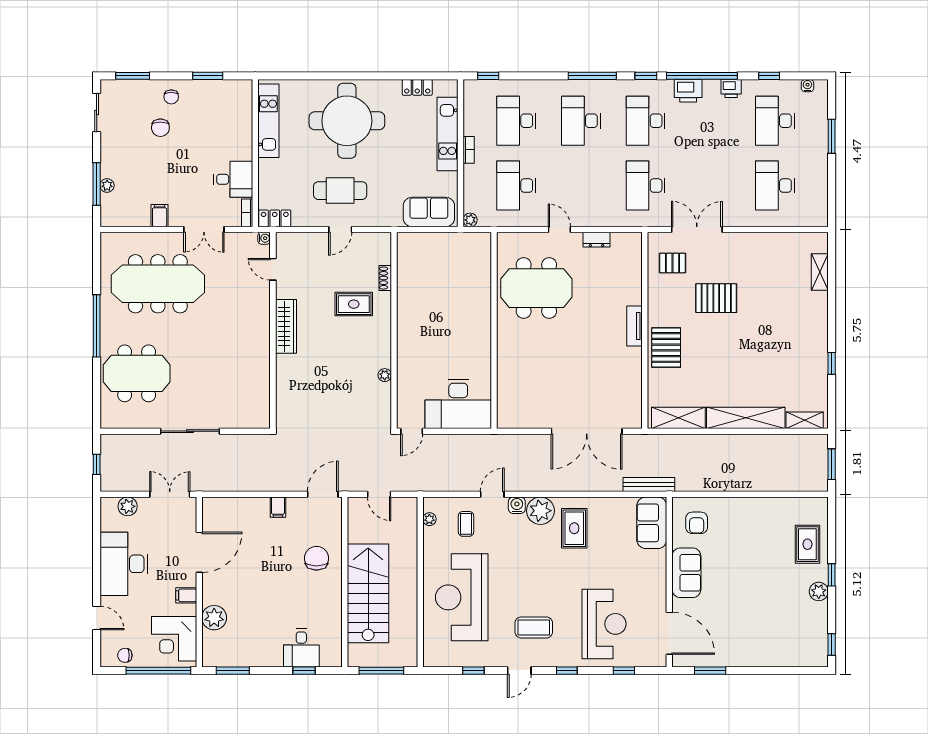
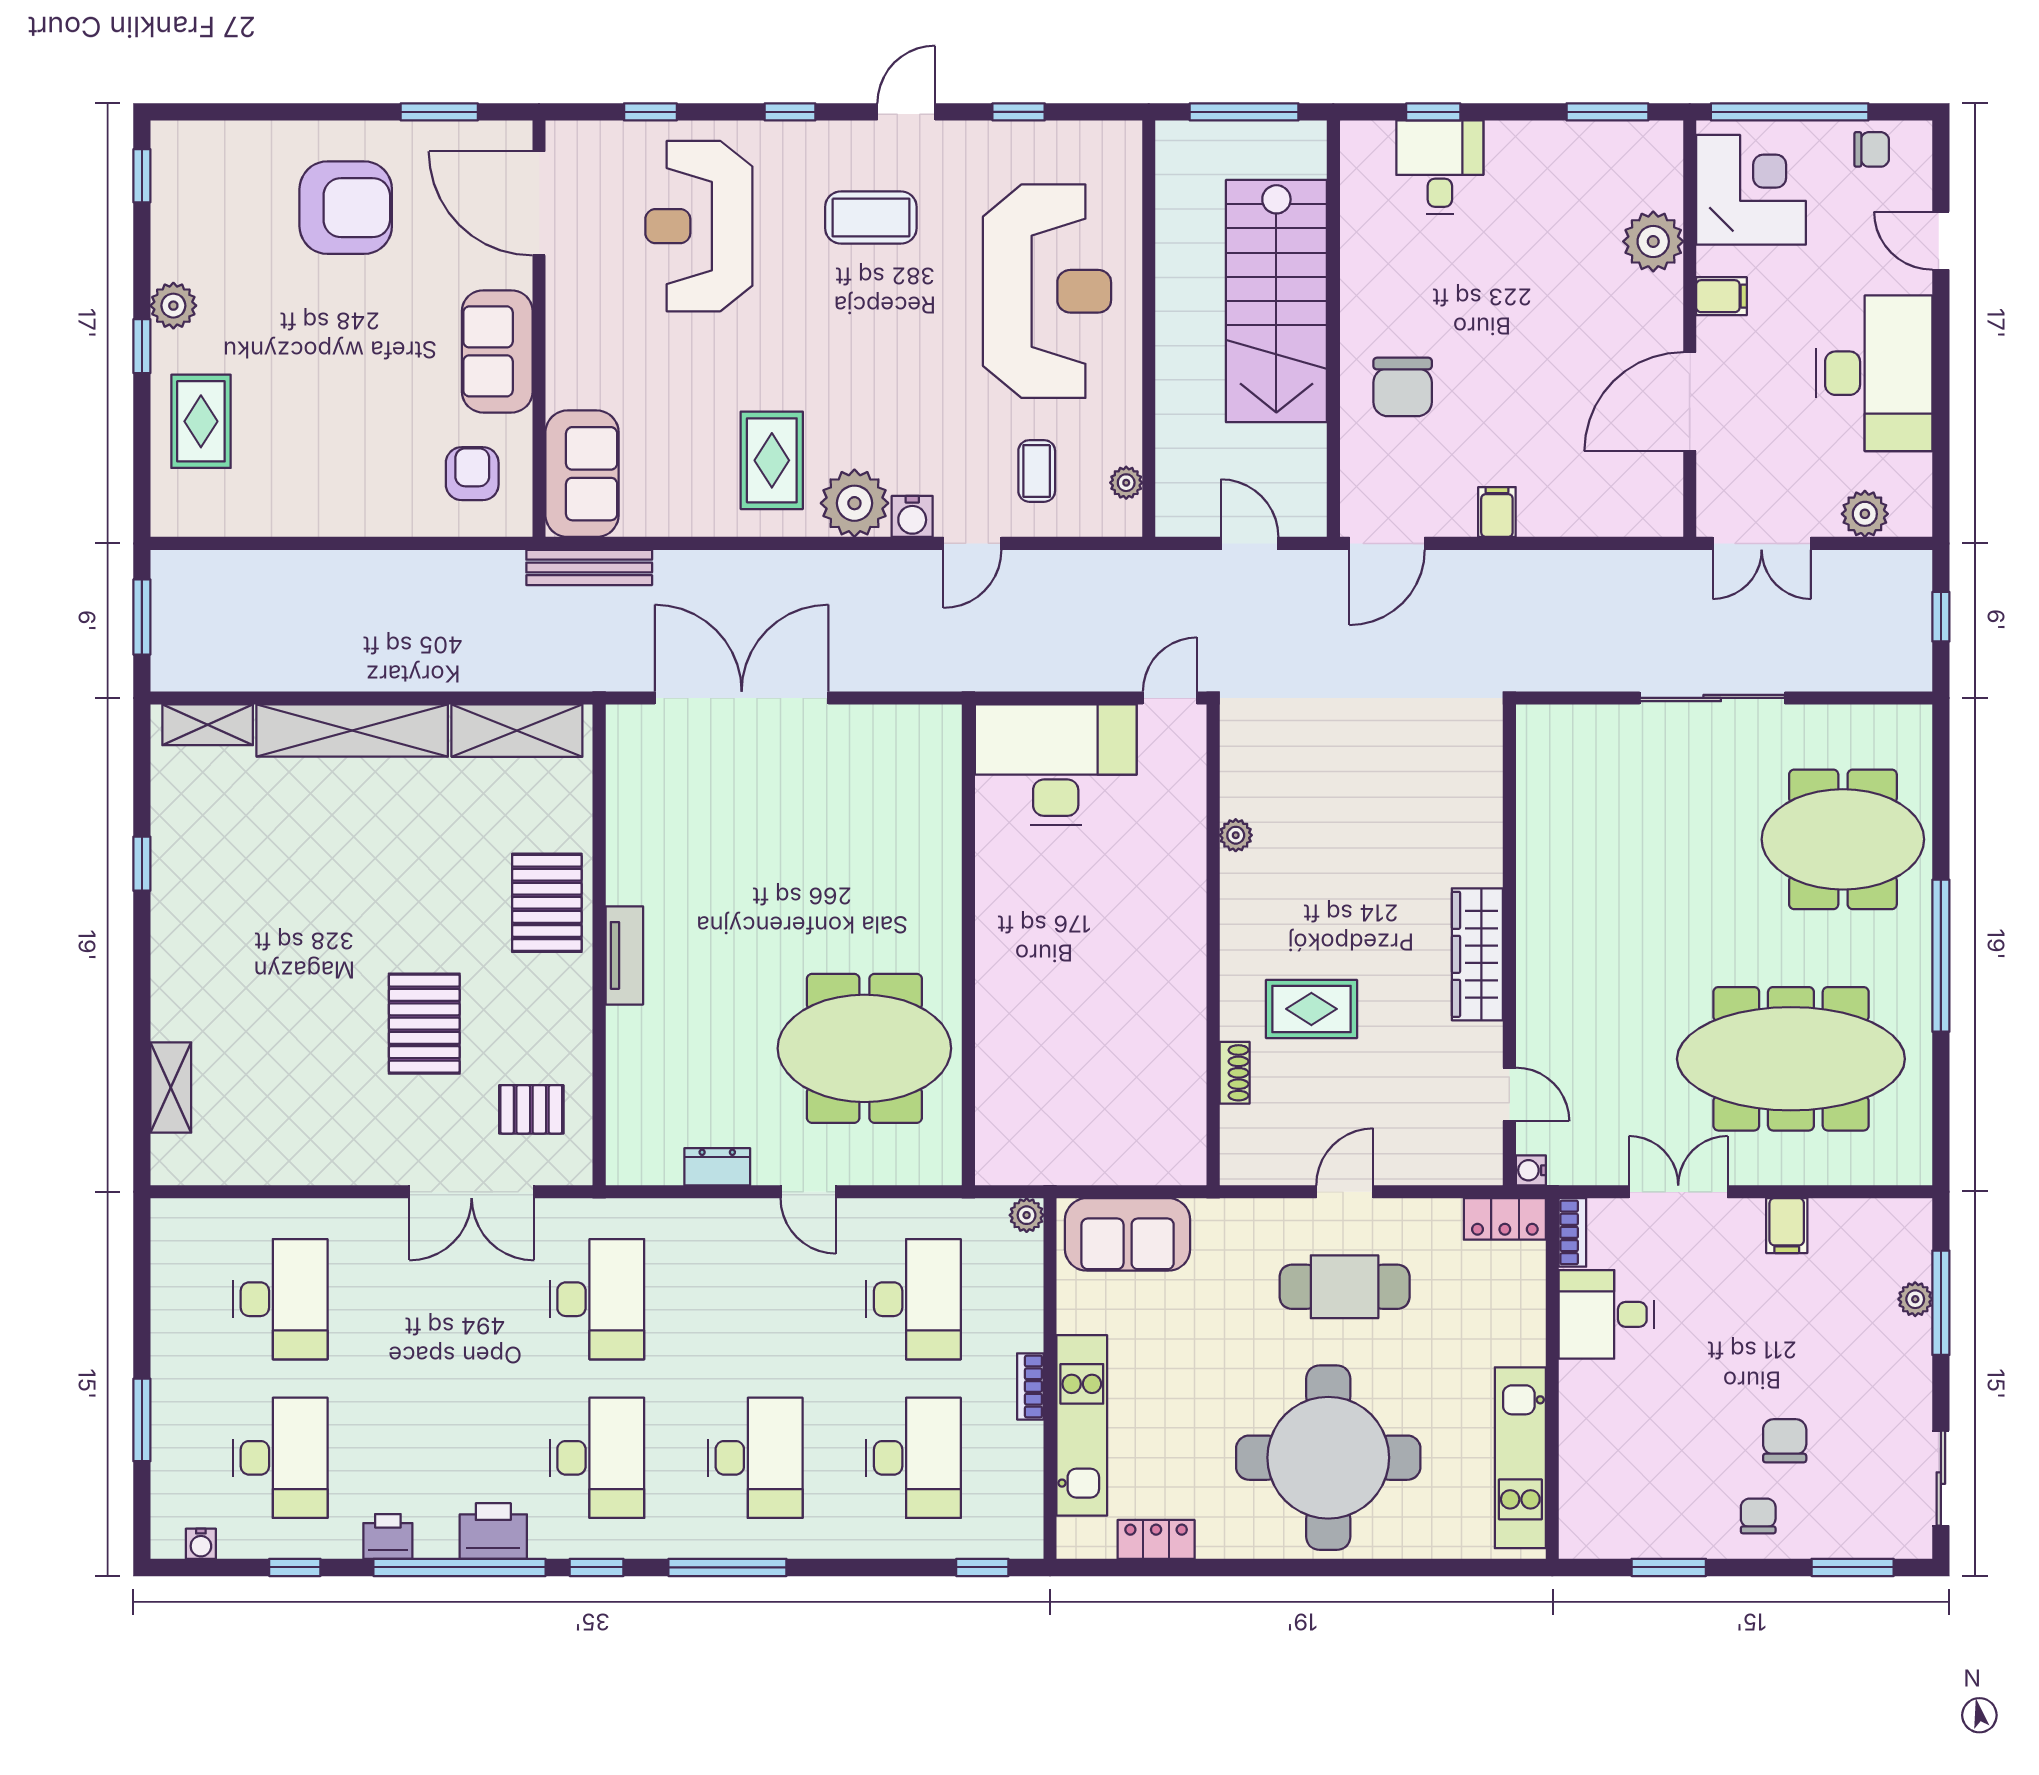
pallet: (716, 298) -> (424, 1024), turned 90
armchair: (748, 631) -> (346, 208), added

